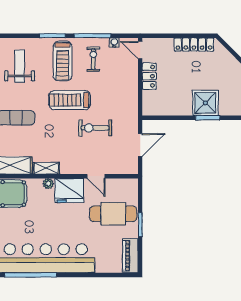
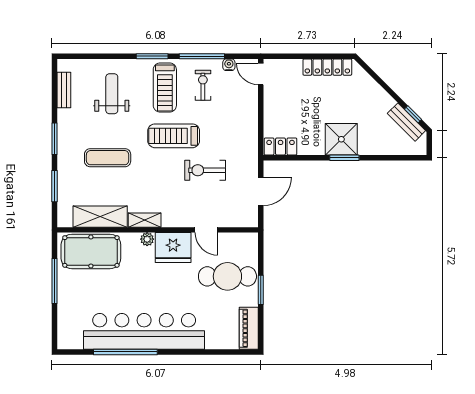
locker: (149, 76) -> (281, 146), moved, turned -90

